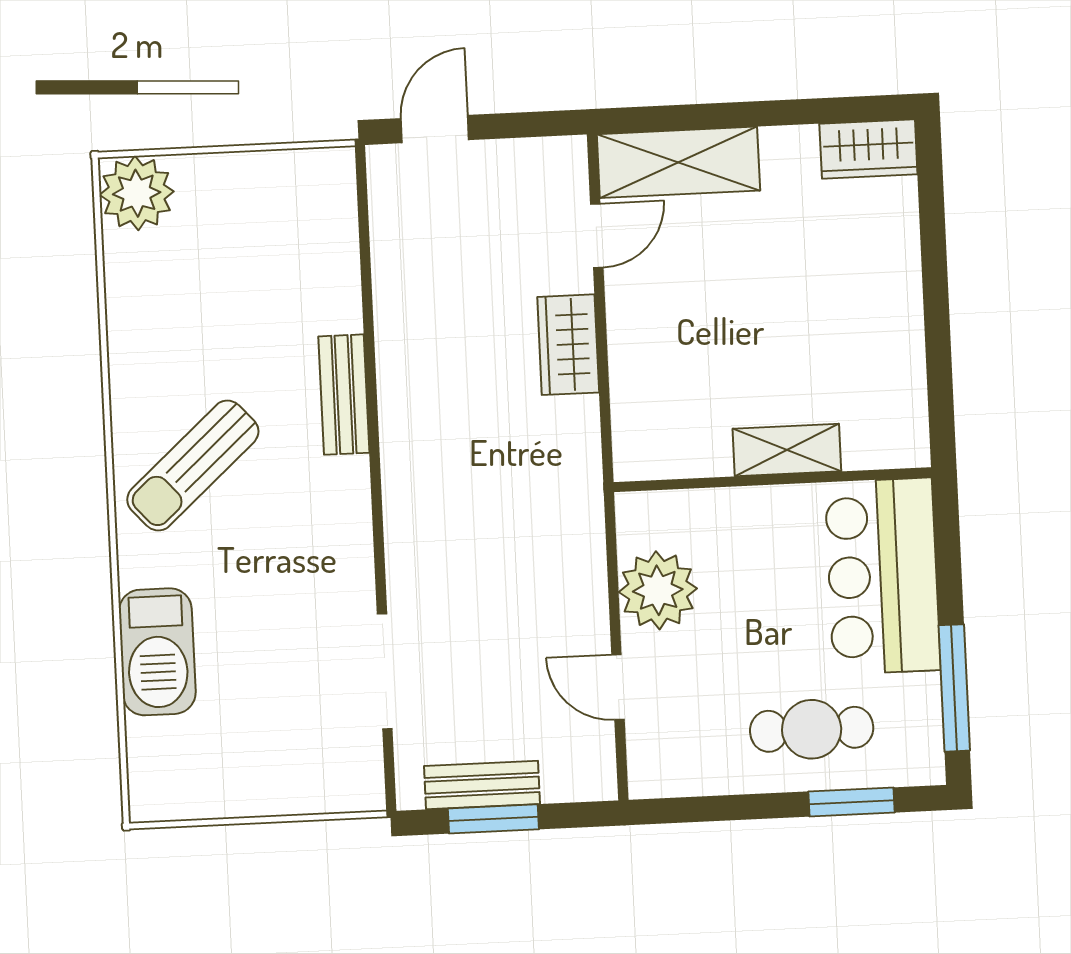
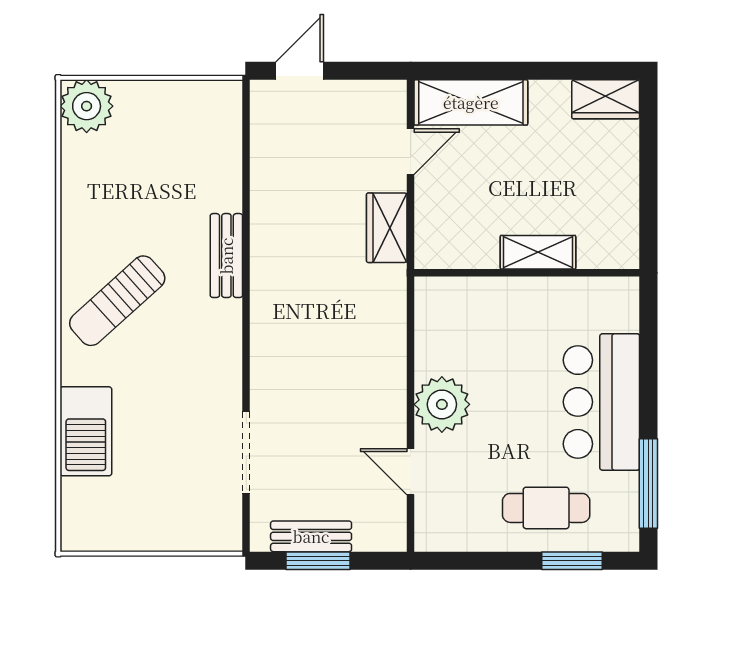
shelving: (787, 450) -> (538, 252), moved
wall: (773, 480) -> (527, 273), moved

